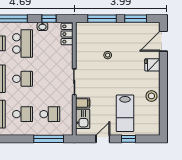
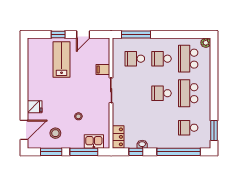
school desk: (23, 43) -> (162, 128), removed
stool: (151, 96) -> (55, 133), moved
kitchen sink: (83, 119) -> (94, 142), moved, turned 90

